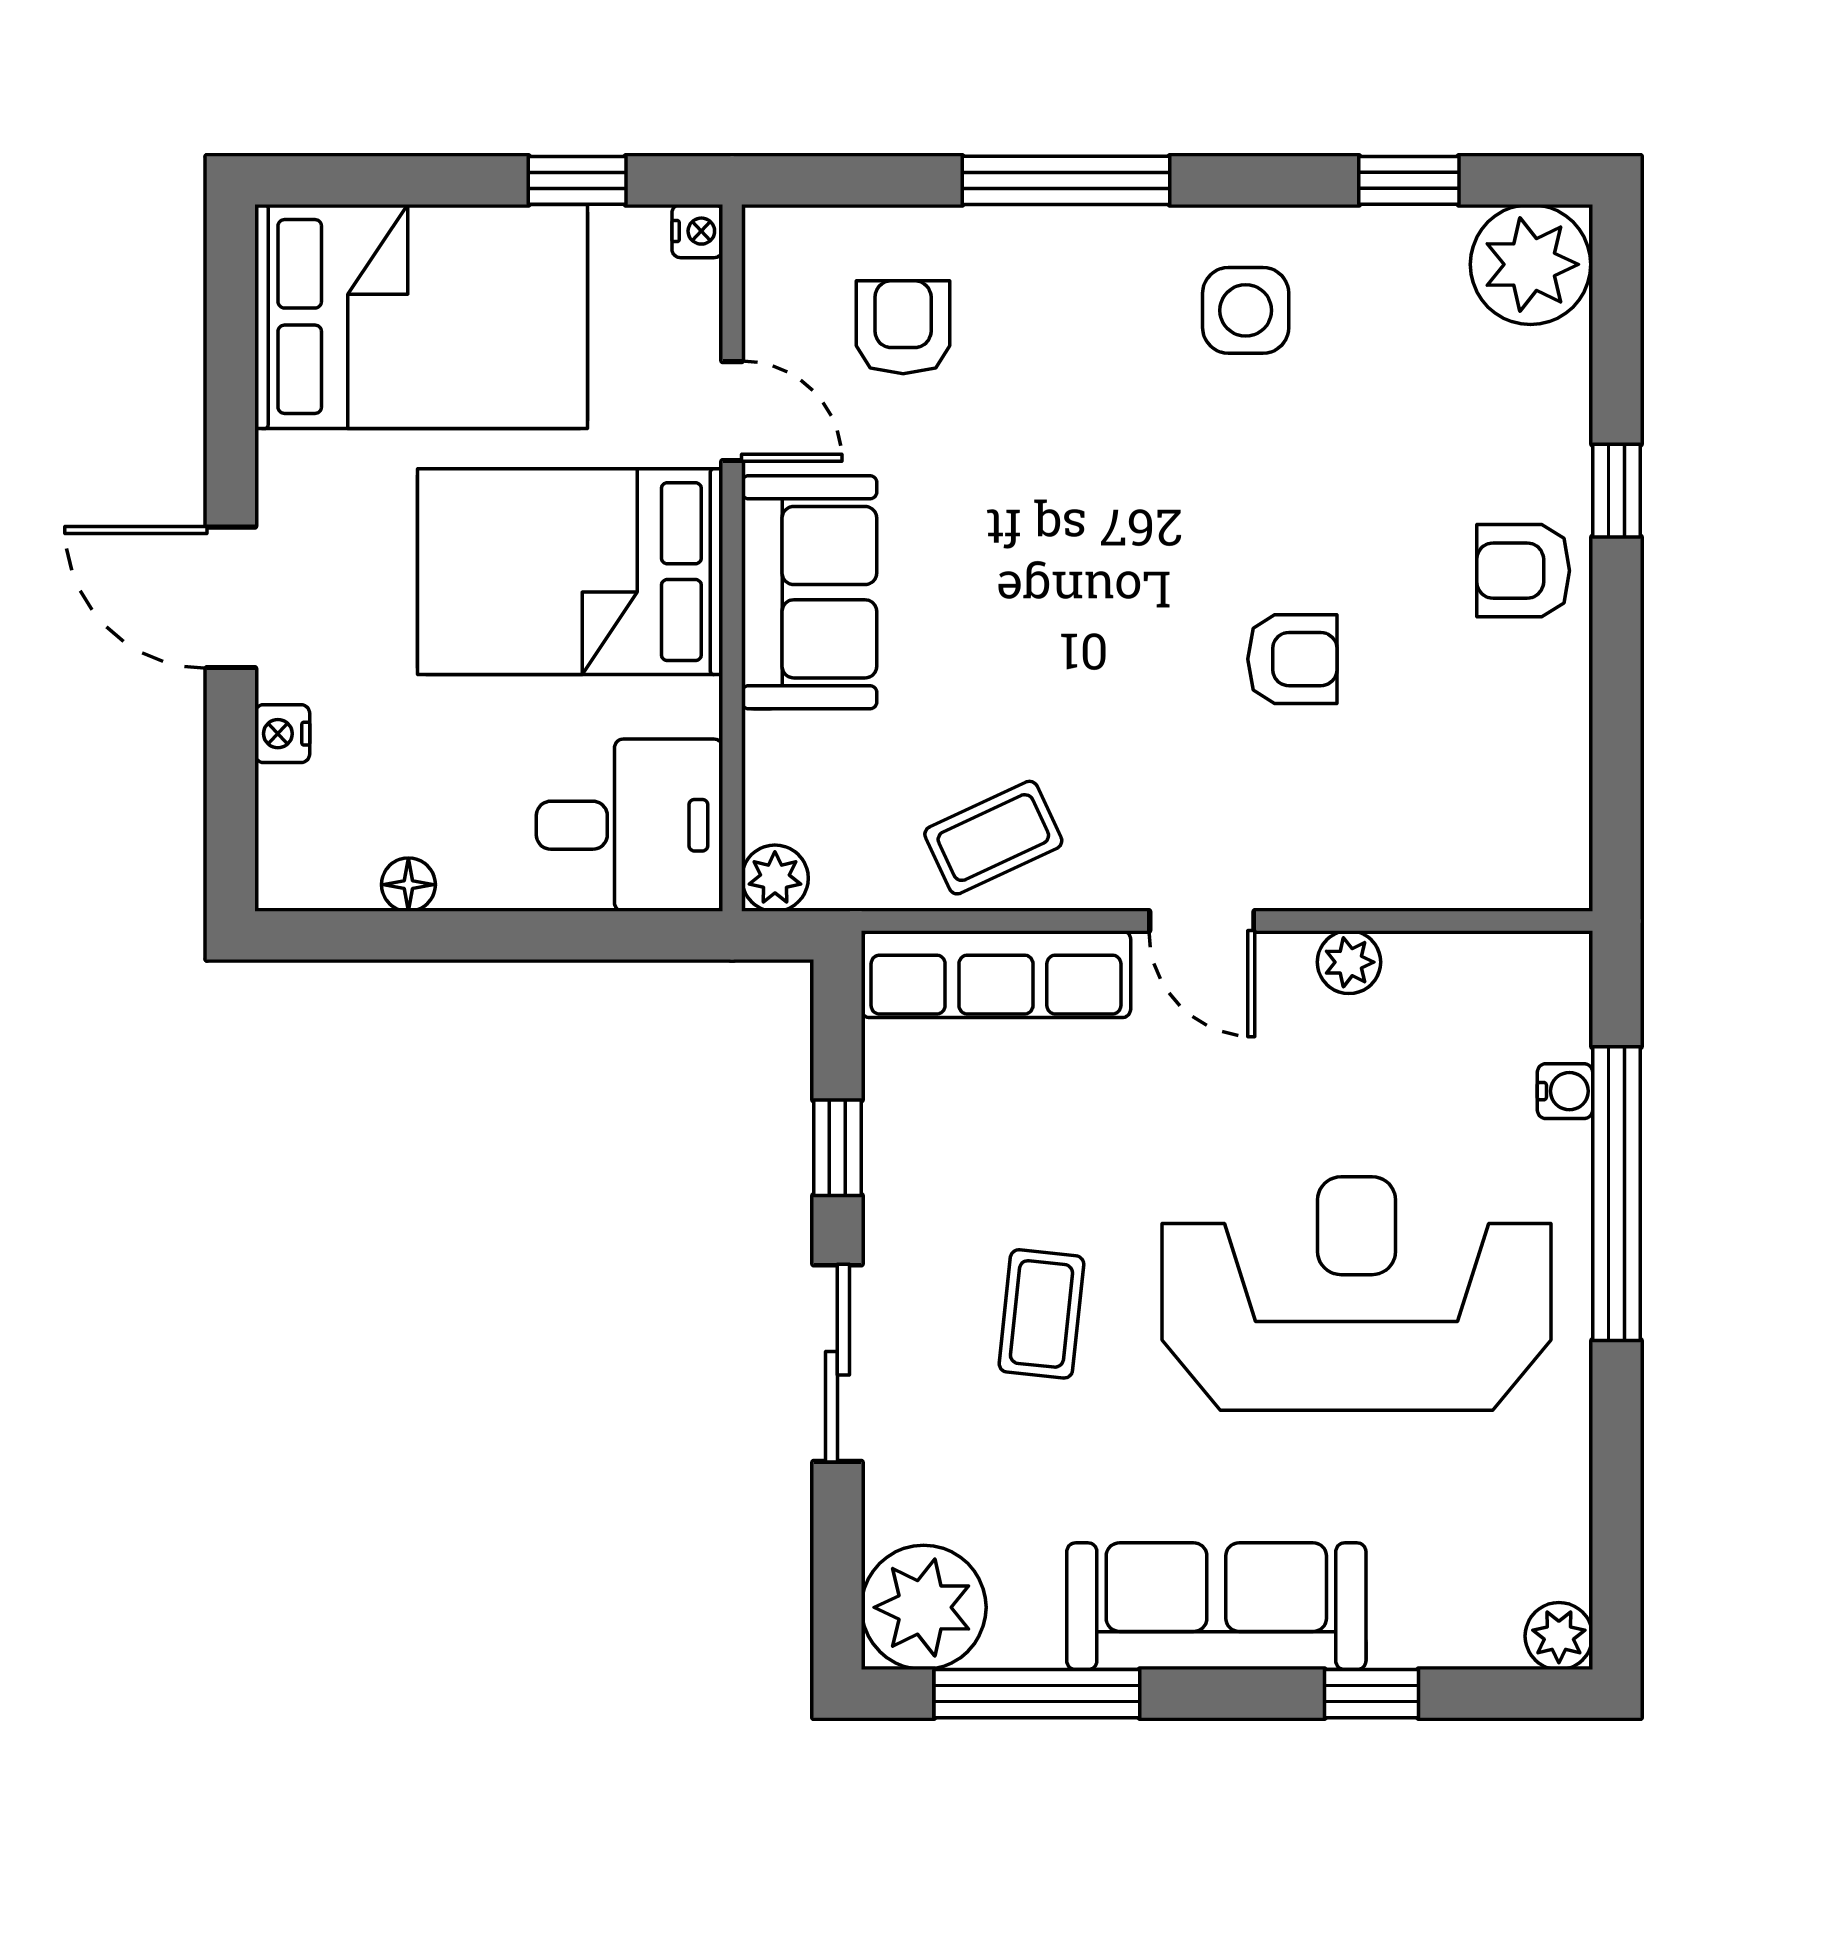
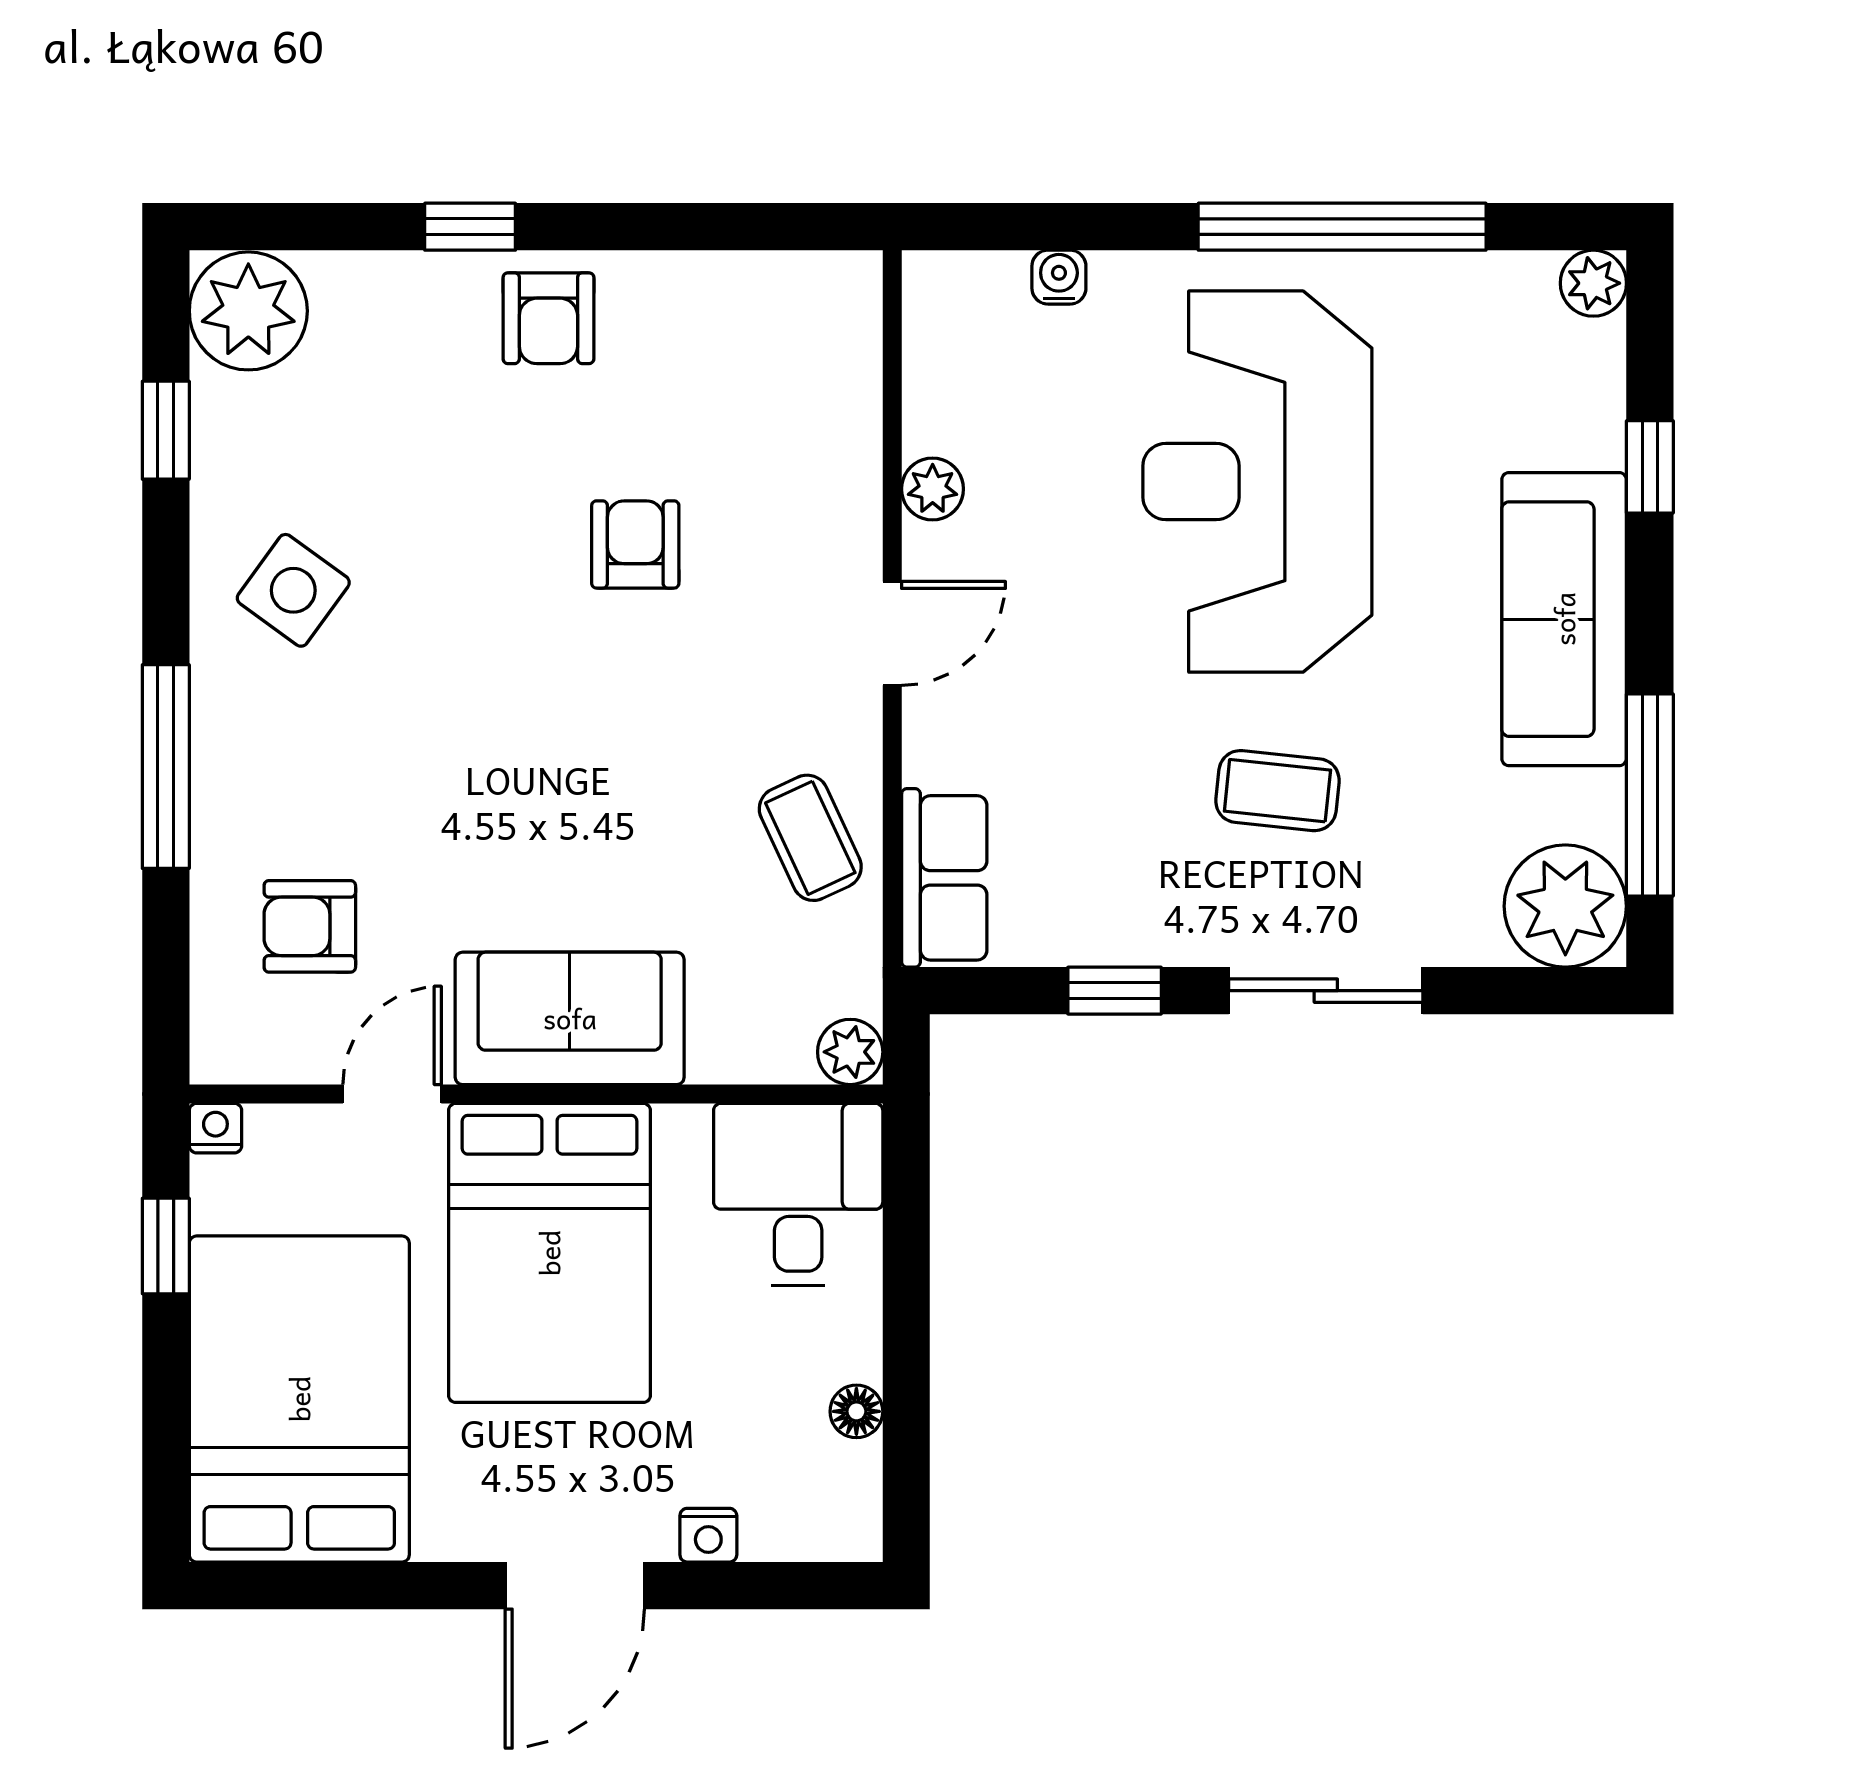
side table: (1246, 310) -> (293, 590), turned 36
row of seats: (996, 974) -> (944, 878), width x0.68
window: (1616, 1194) -> (1342, 227), moved

